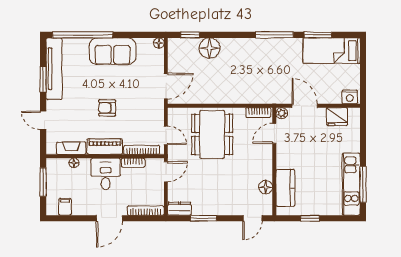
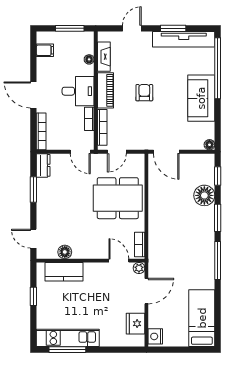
window: (318, 35) -> (218, 218), moved

